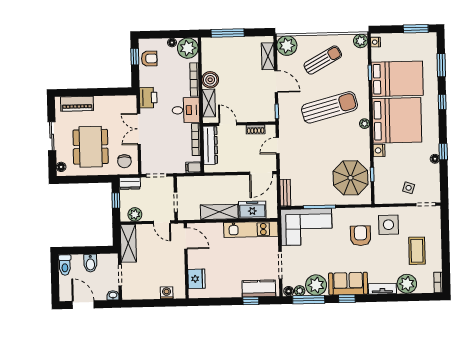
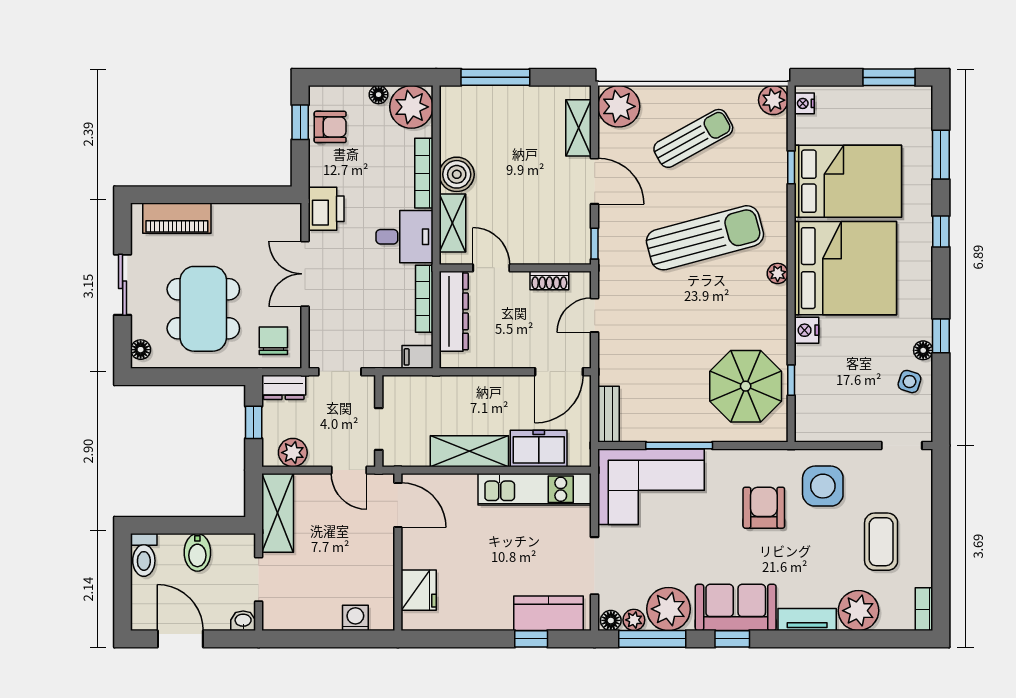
chair: (124, 161) -> (273, 341), turned 180
side table: (409, 188) -> (909, 382), moved

